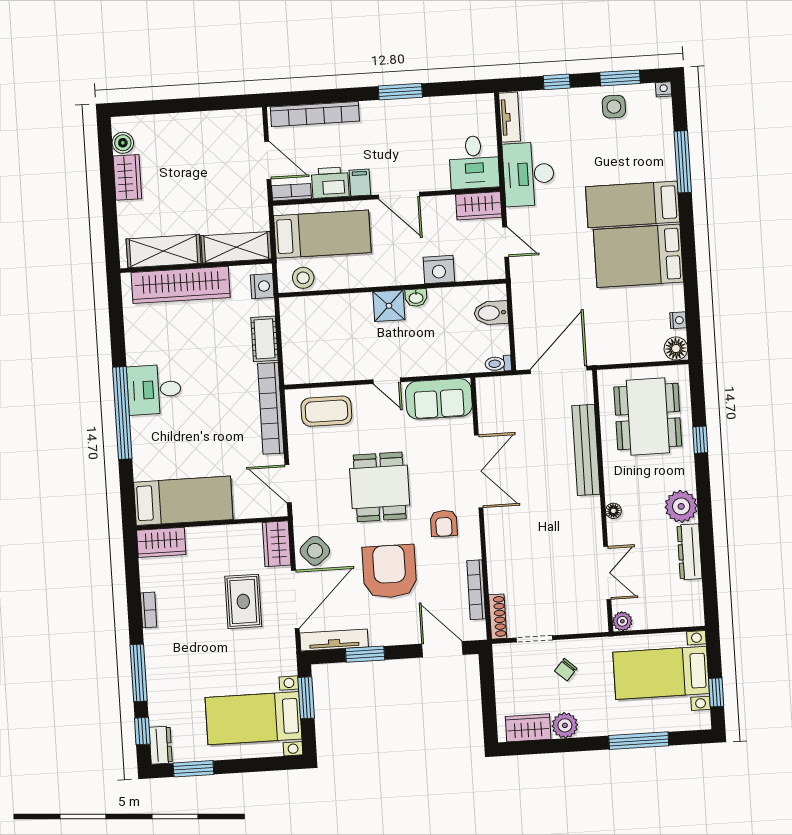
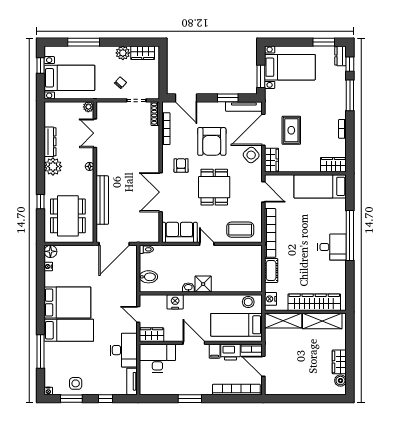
desk: (474, 162) -> (157, 358), width x1.37

